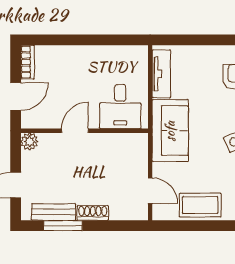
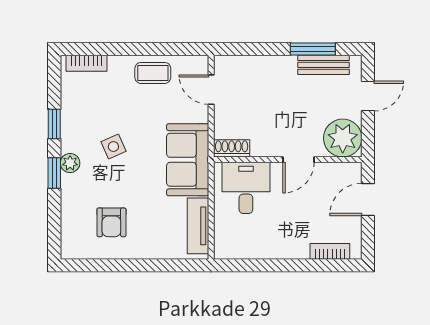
bookcase: (28, 62) -> (330, 251), moved, turned 90
plant: (30, 142) -> (343, 138), width x1.88, depth x1.88
coffee table: (200, 205) -> (153, 73), width x0.73, depth x0.77
shoe rack: (93, 213) -> (232, 148), moved, turned 180

